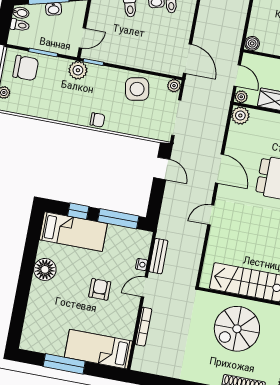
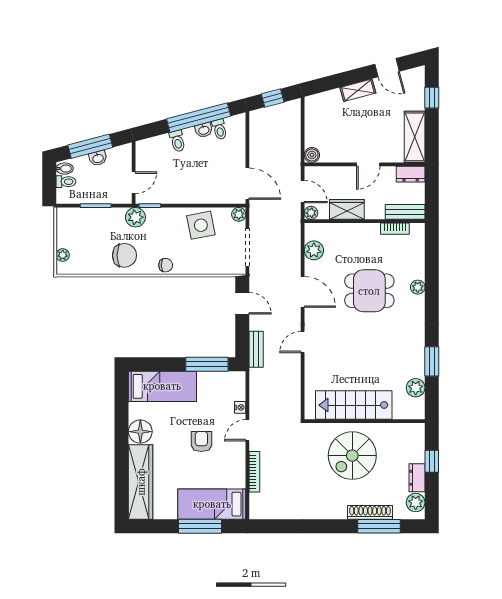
chair: (26, 68) -> (124, 255), moved
plant: (240, 115) -> (314, 250), moved
window: (78, 211) -> (164, 364), removed
bench: (158, 256) -> (256, 349), moved
wardrobe: (36, 316) -> (141, 482), added
window: (64, 364) -> (200, 526), moved

